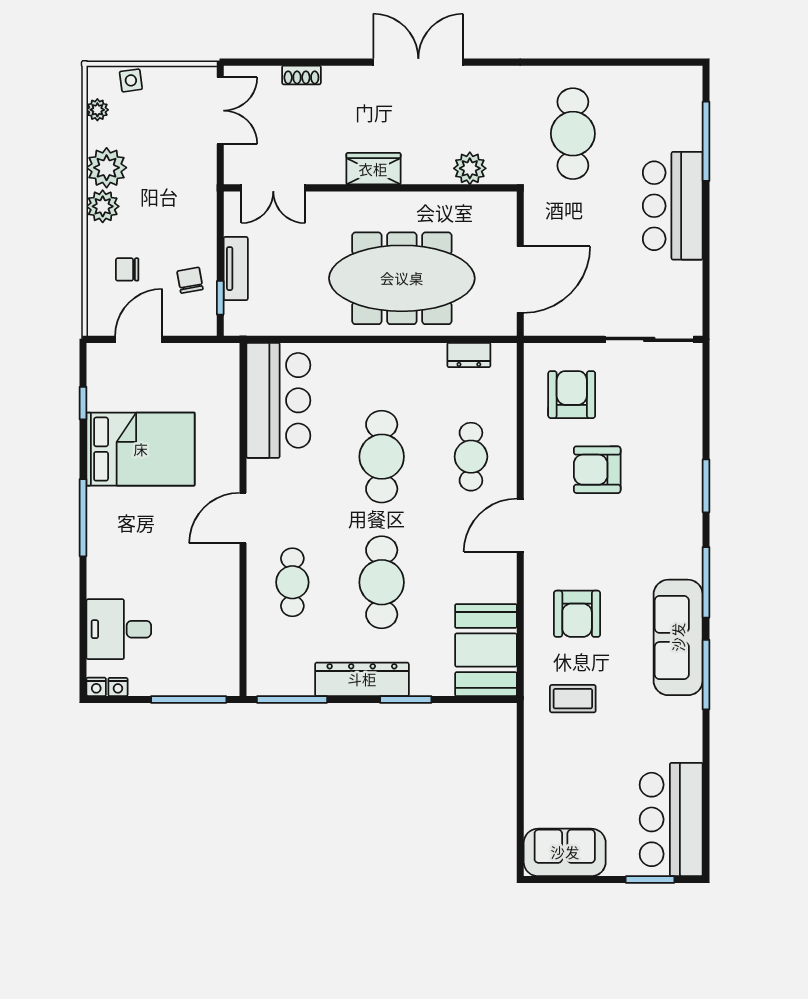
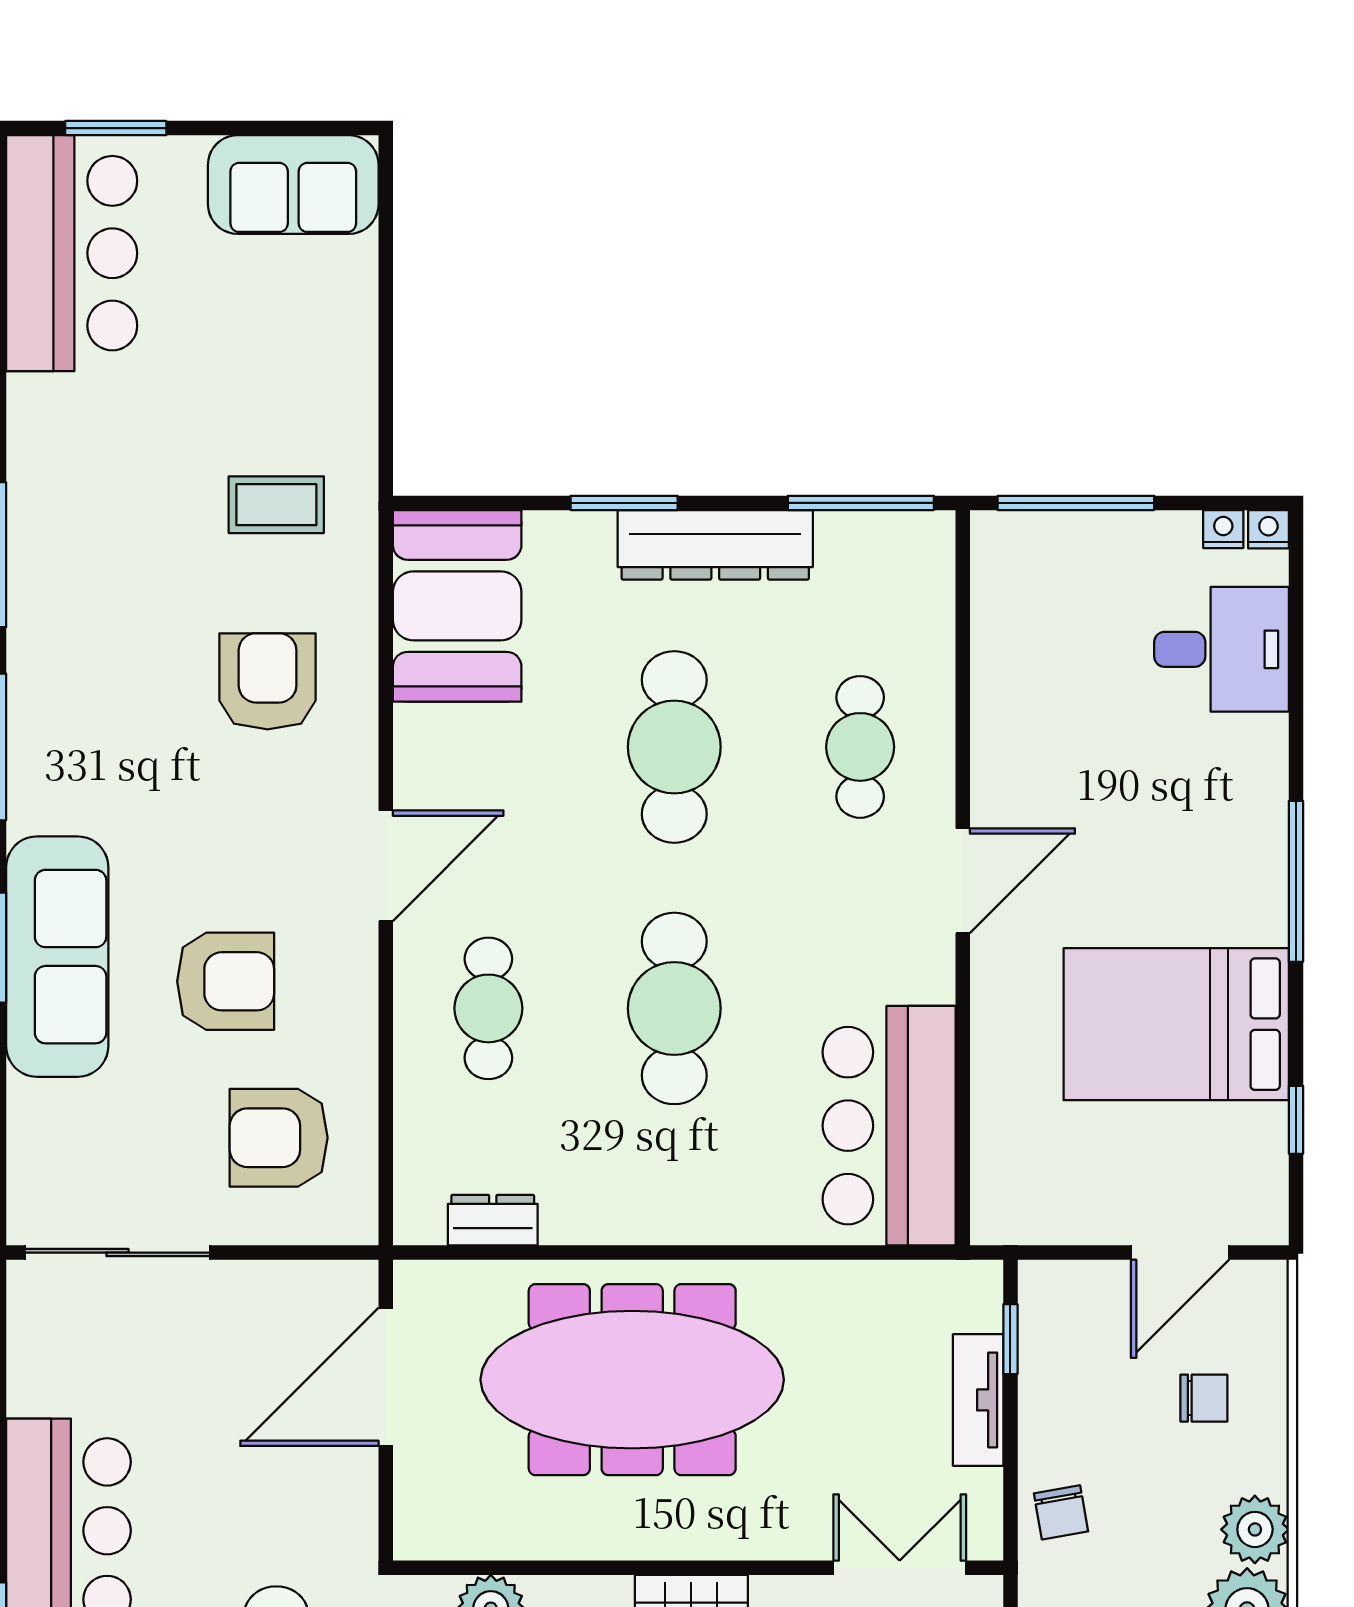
chair: (190, 280) -> (1061, 1512), moved
armchair: (572, 395) -> (279, 1138), turned 90
sofa: (678, 637) -> (57, 957), moved

